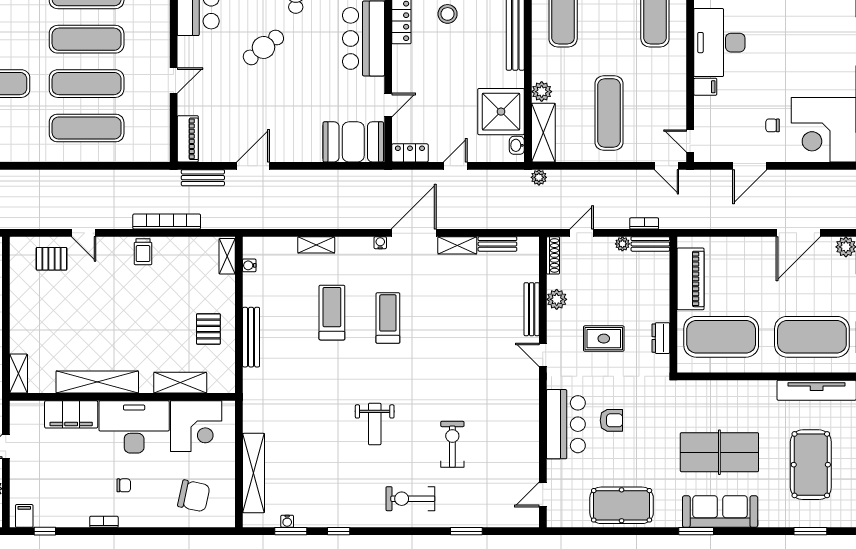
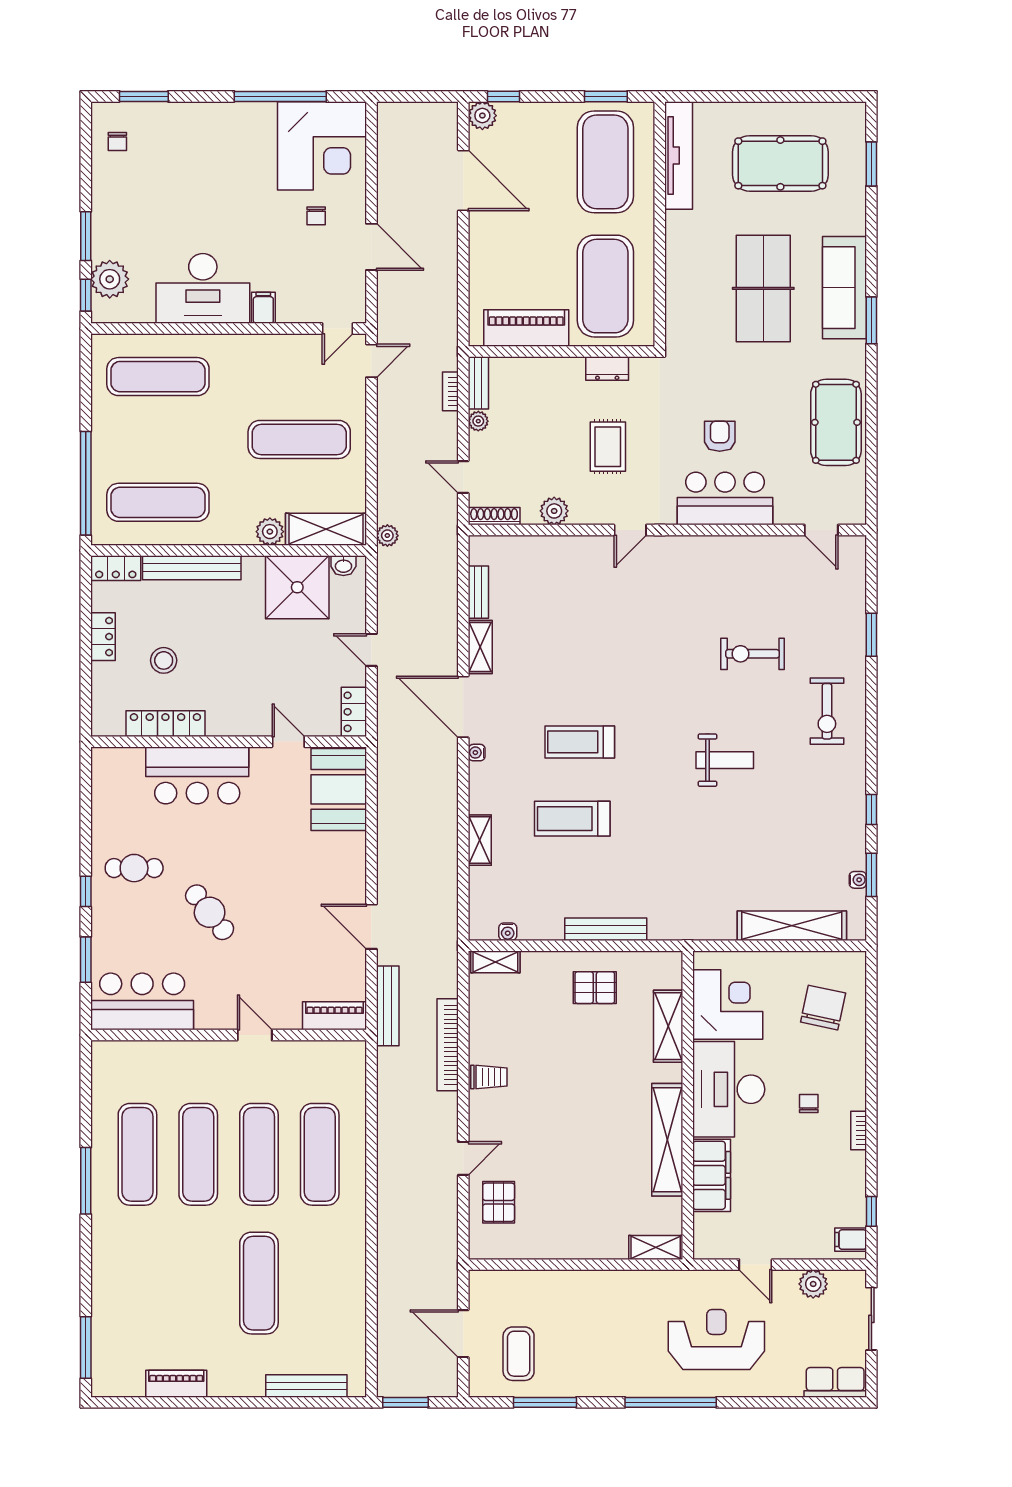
bench: (203, 178) -> (388, 1006), width x1.36
bench: (532, 309) -> (568, 545), removed

